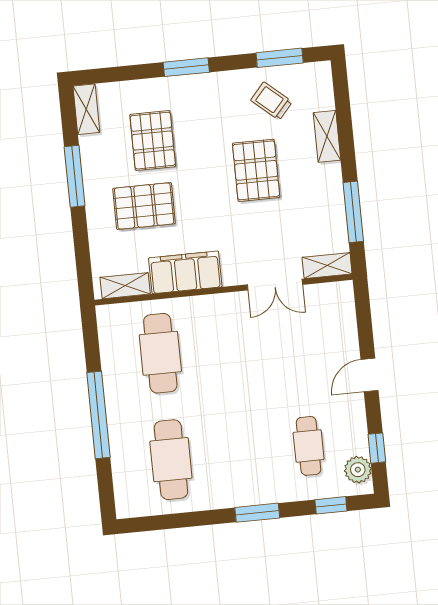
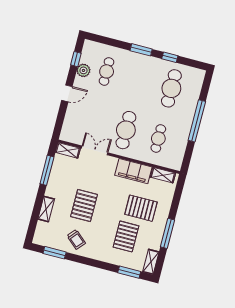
window: (186, 67) -> (129, 272), moved
trolley: (271, 101) -> (76, 239), moved
cafe table: (229, 346) -> (126, 130), added
cafe table: (160, 353) -> (158, 139), width x0.73, depth x0.74
plant: (358, 470) -> (83, 70), moved
window: (331, 505) -> (170, 57), moved

